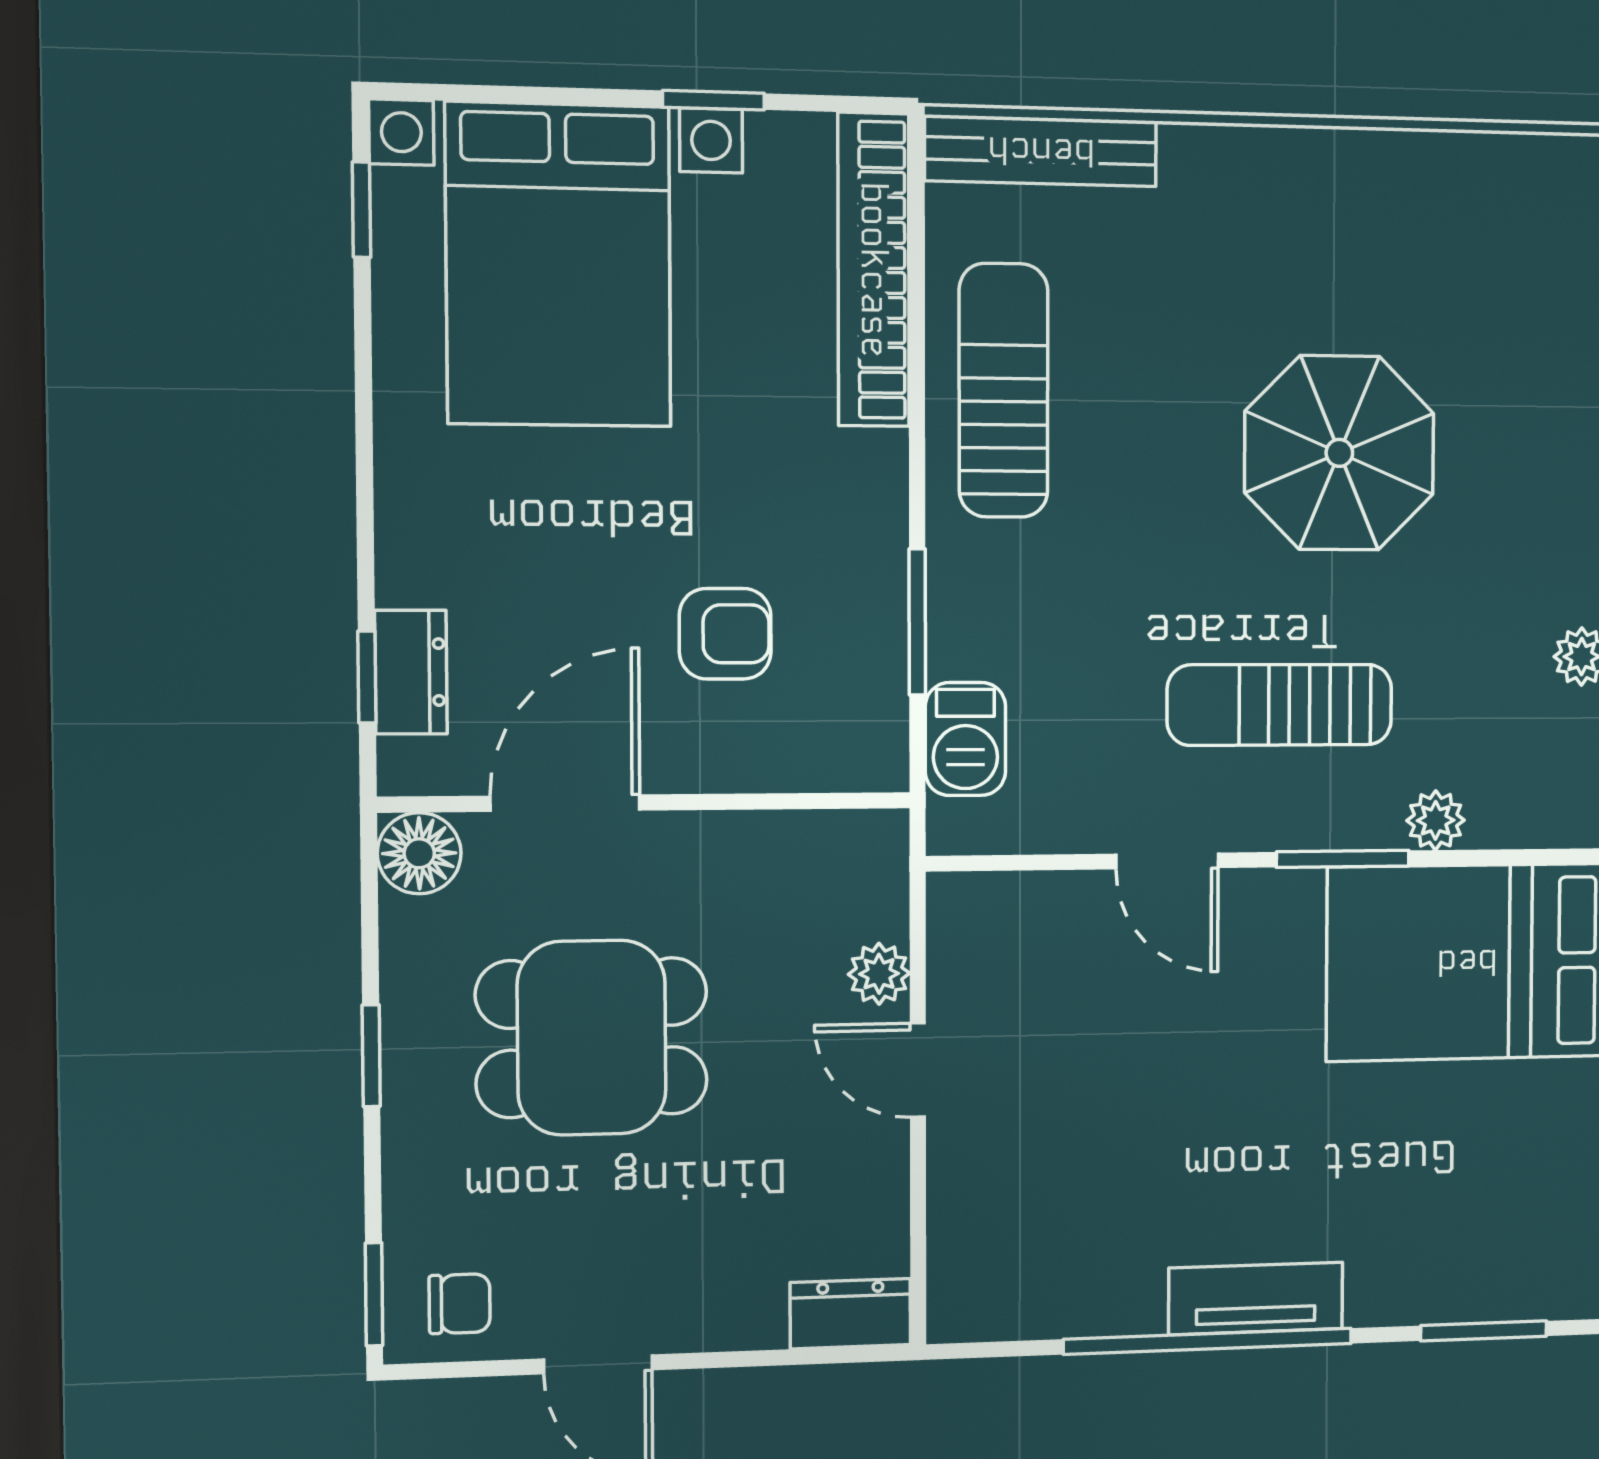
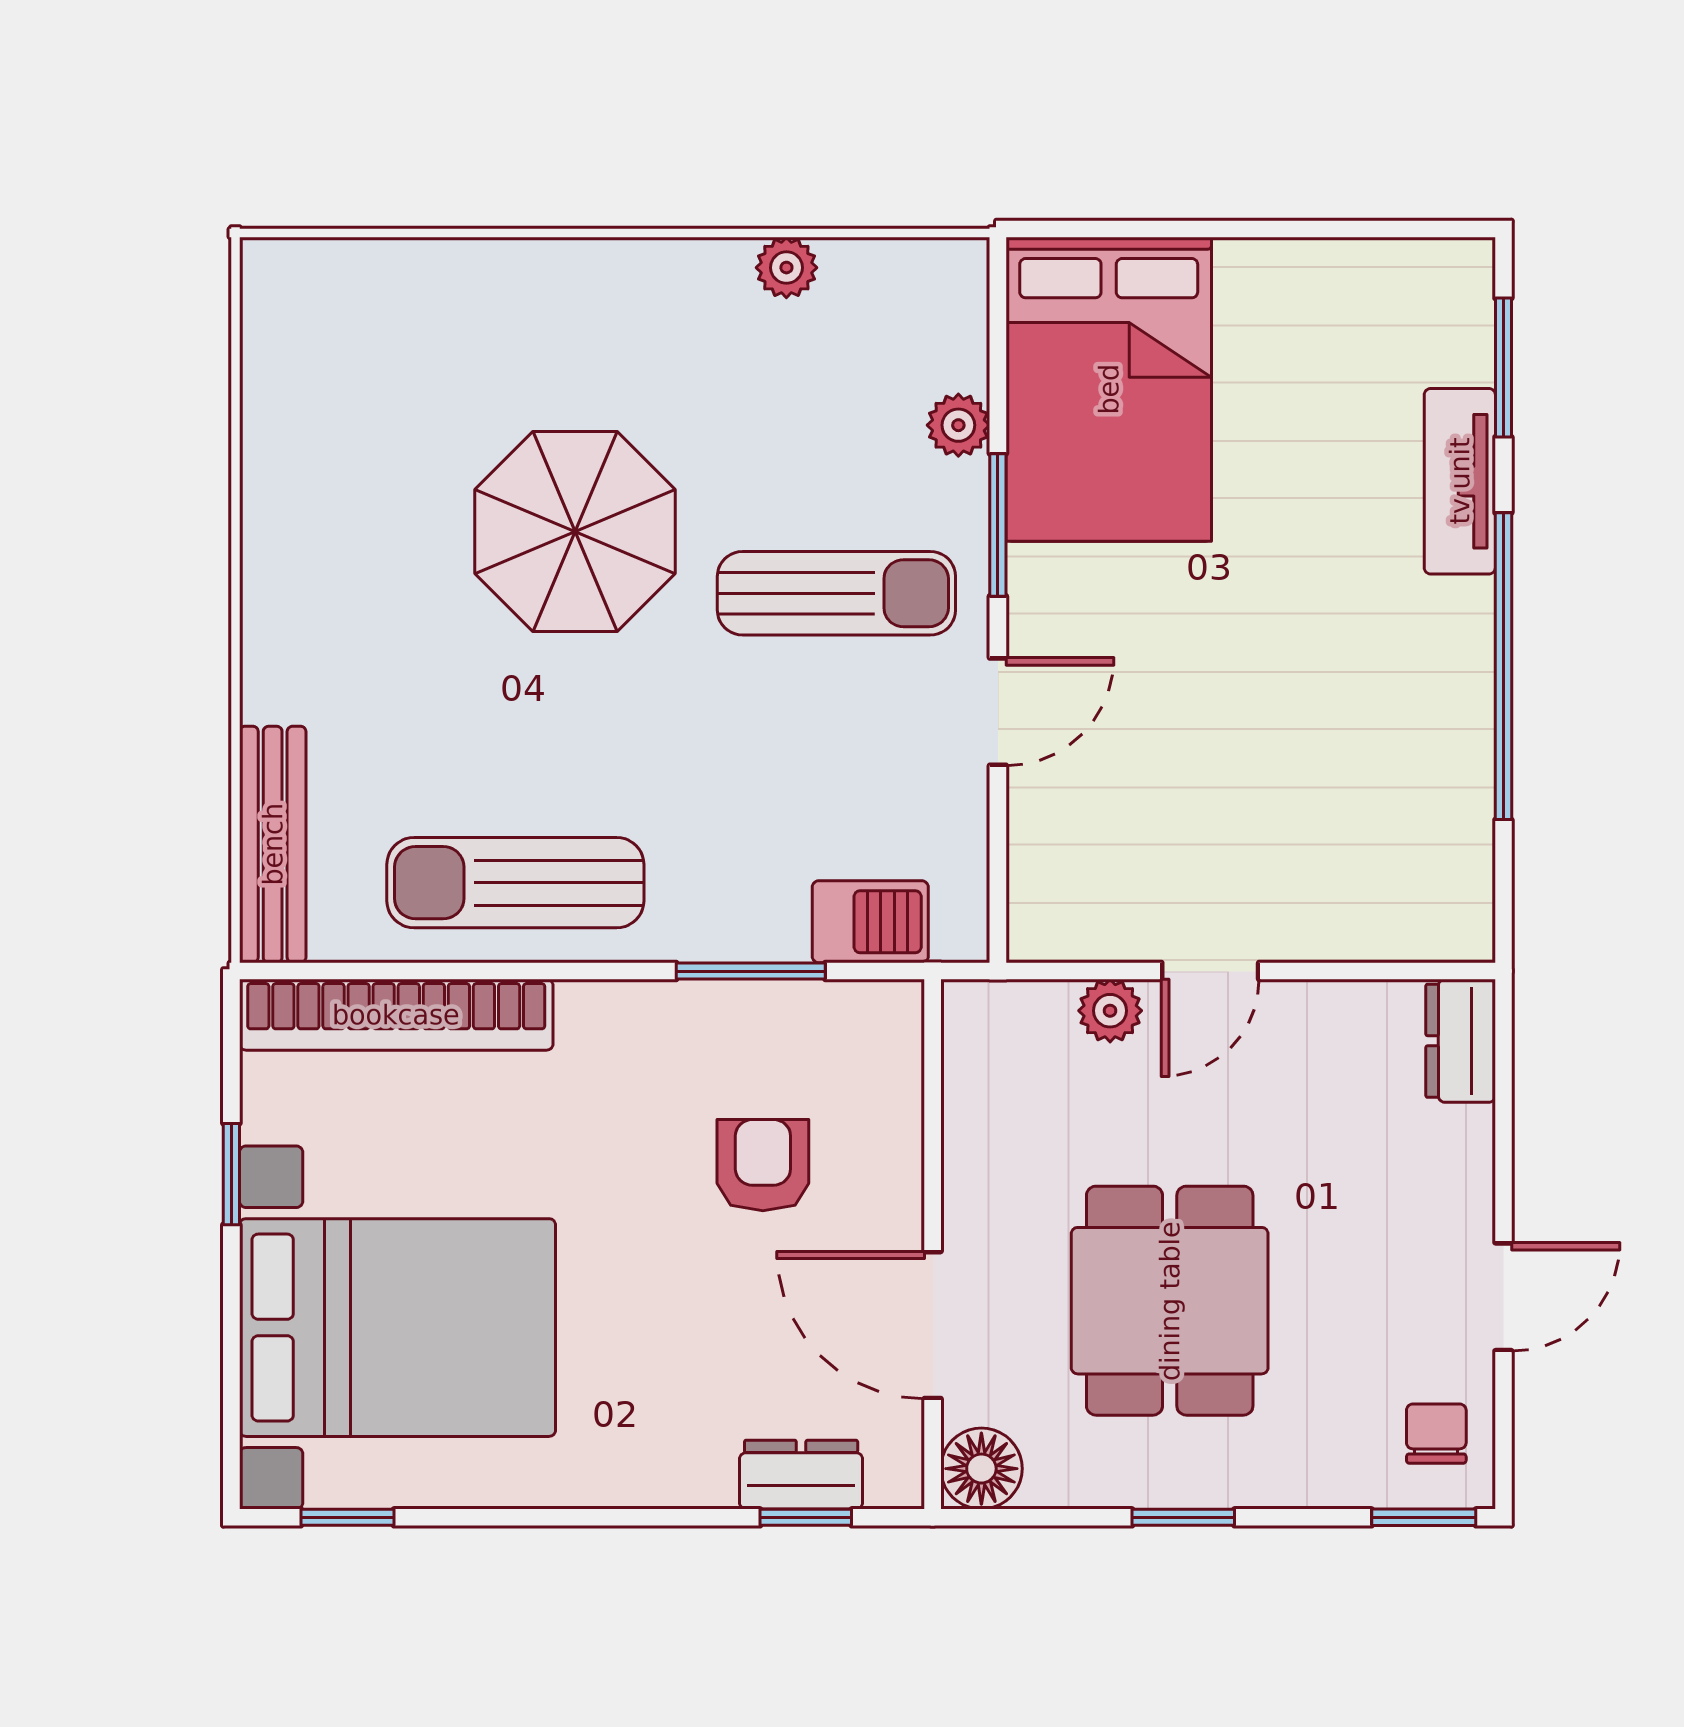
sun lounger: (1280, 705) -> (836, 593), turned -90
tv unit: (1256, 1298) -> (1460, 481), moved

